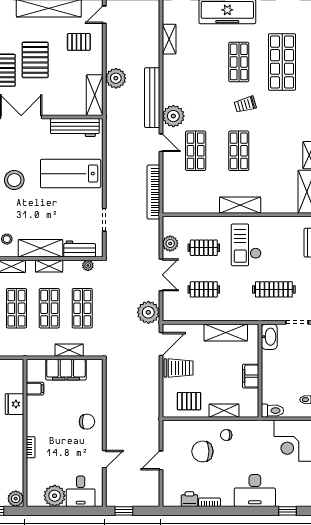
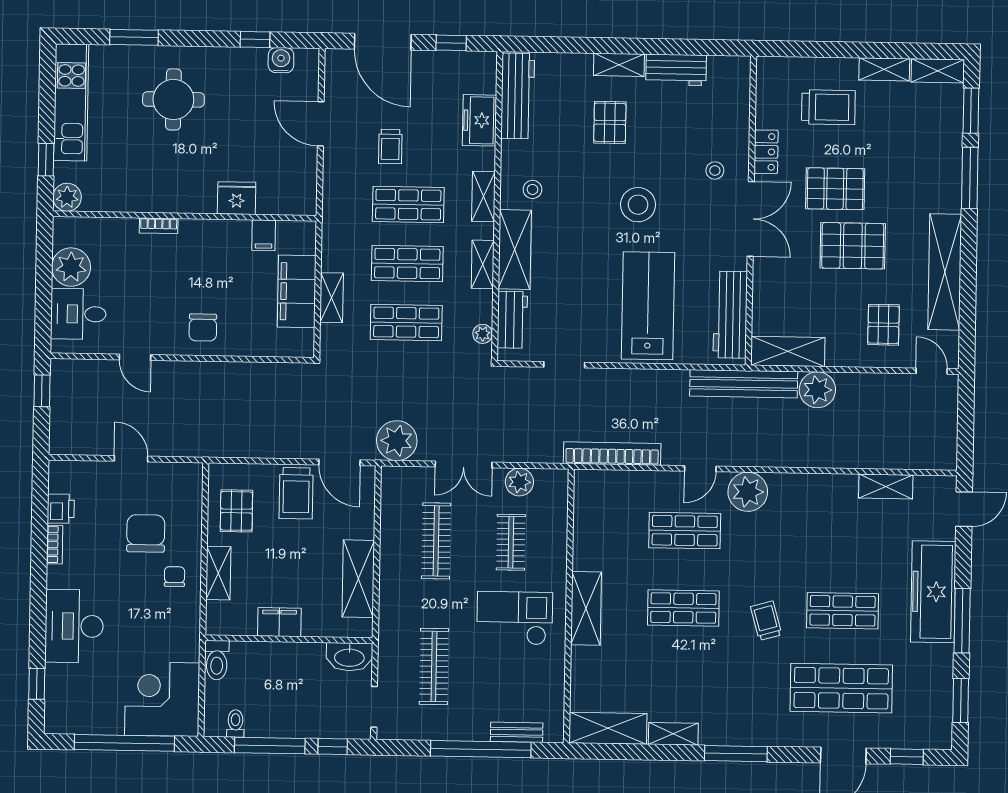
bench: (152, 98) -> (744, 384), moved
clothes rail: (204, 289) -> (436, 541), width x1.36

